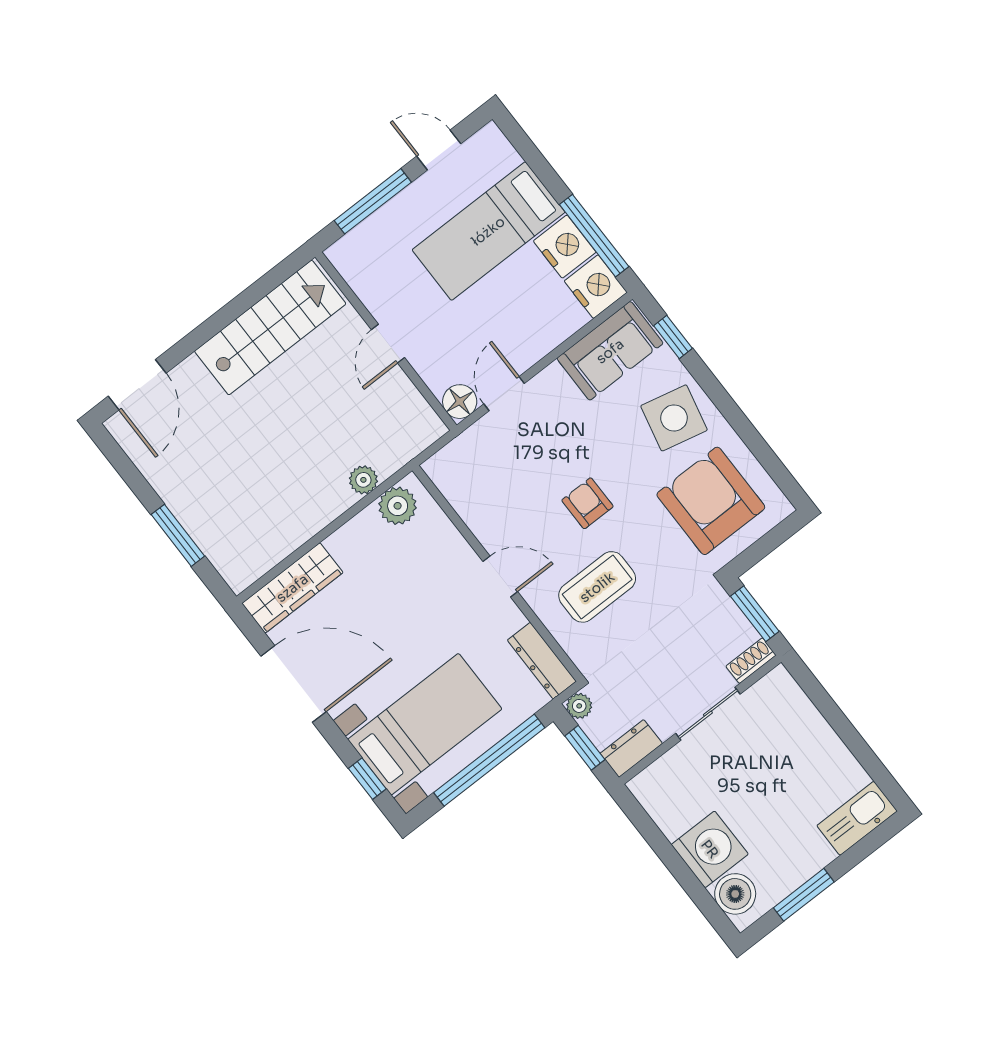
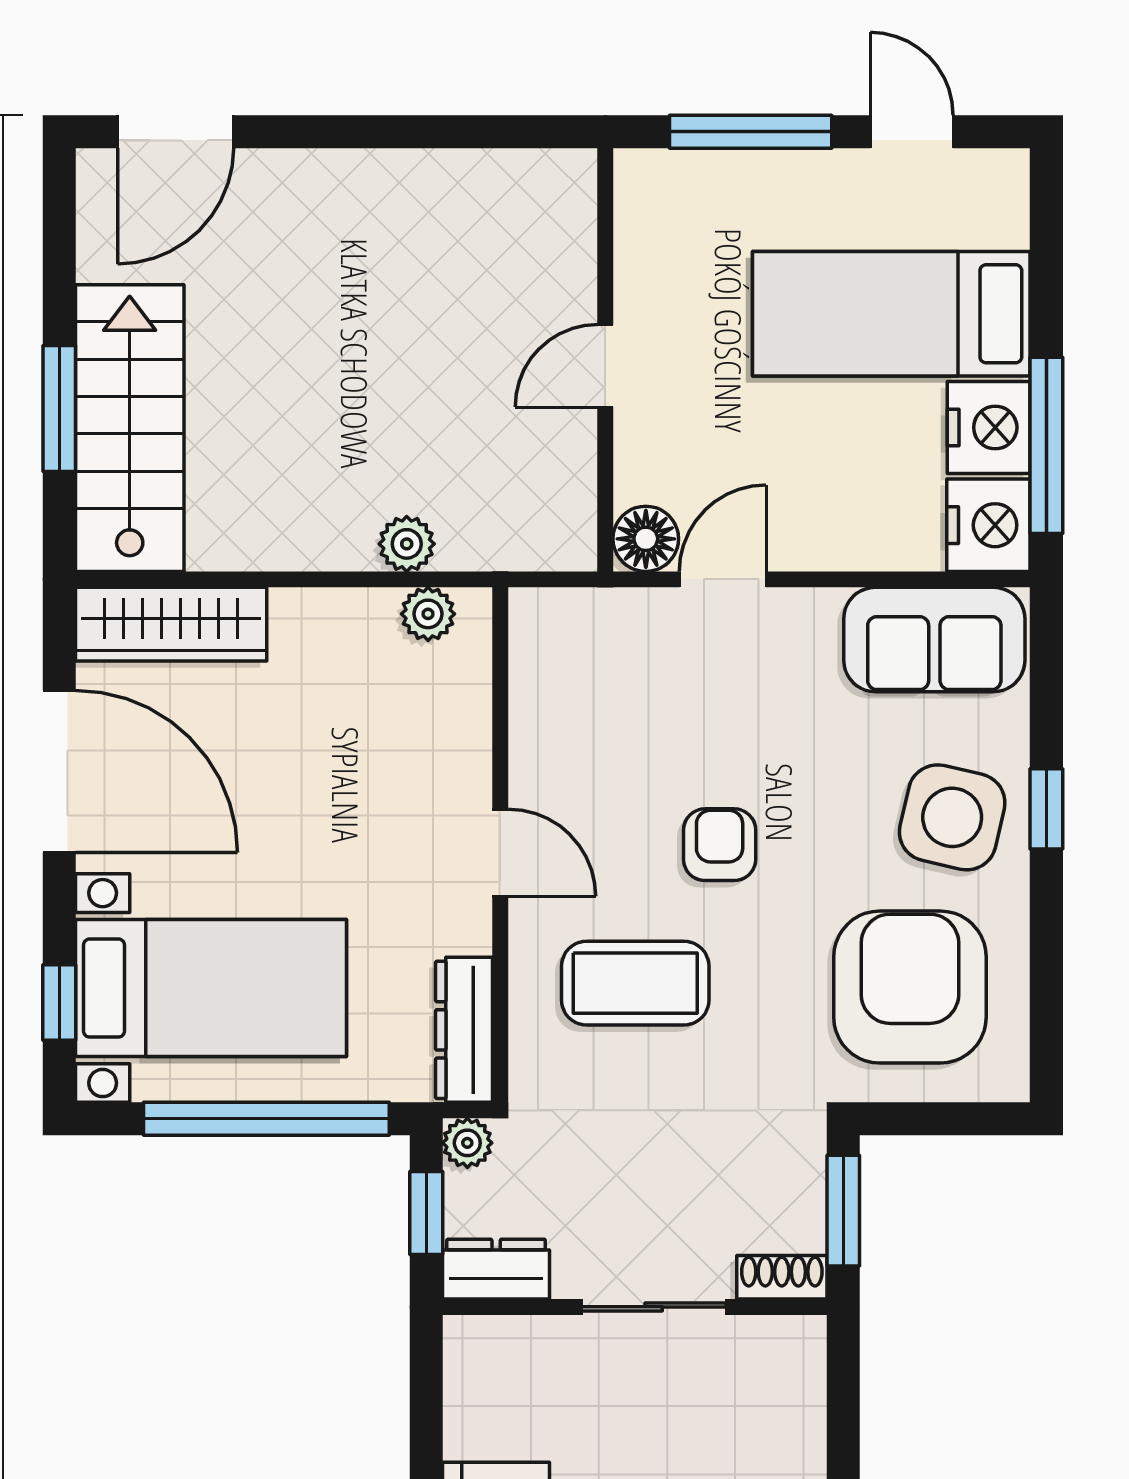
stairs: (270, 328) -> (130, 428), moved, turned -90
window: (673, 337) -> (1046, 809), moved
plant: (398, 506) -> (428, 614), width x0.73, depth x0.73

